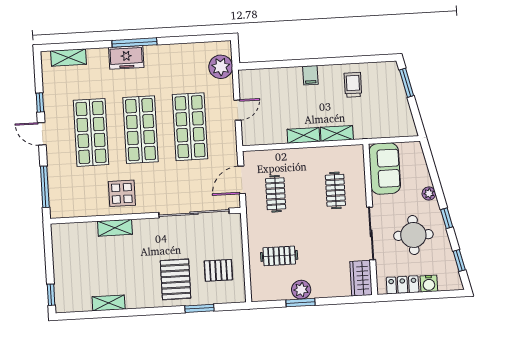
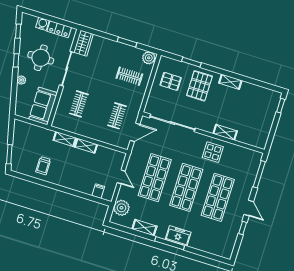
shelving: (68, 58) -> (144, 228), moved
filing cabinet: (310, 75) -> (98, 191), moved
door: (238, 110) -> (121, 177), swing flipped
plant: (301, 290) -> (149, 58), moved
shelving: (109, 303) -> (230, 82), moved

